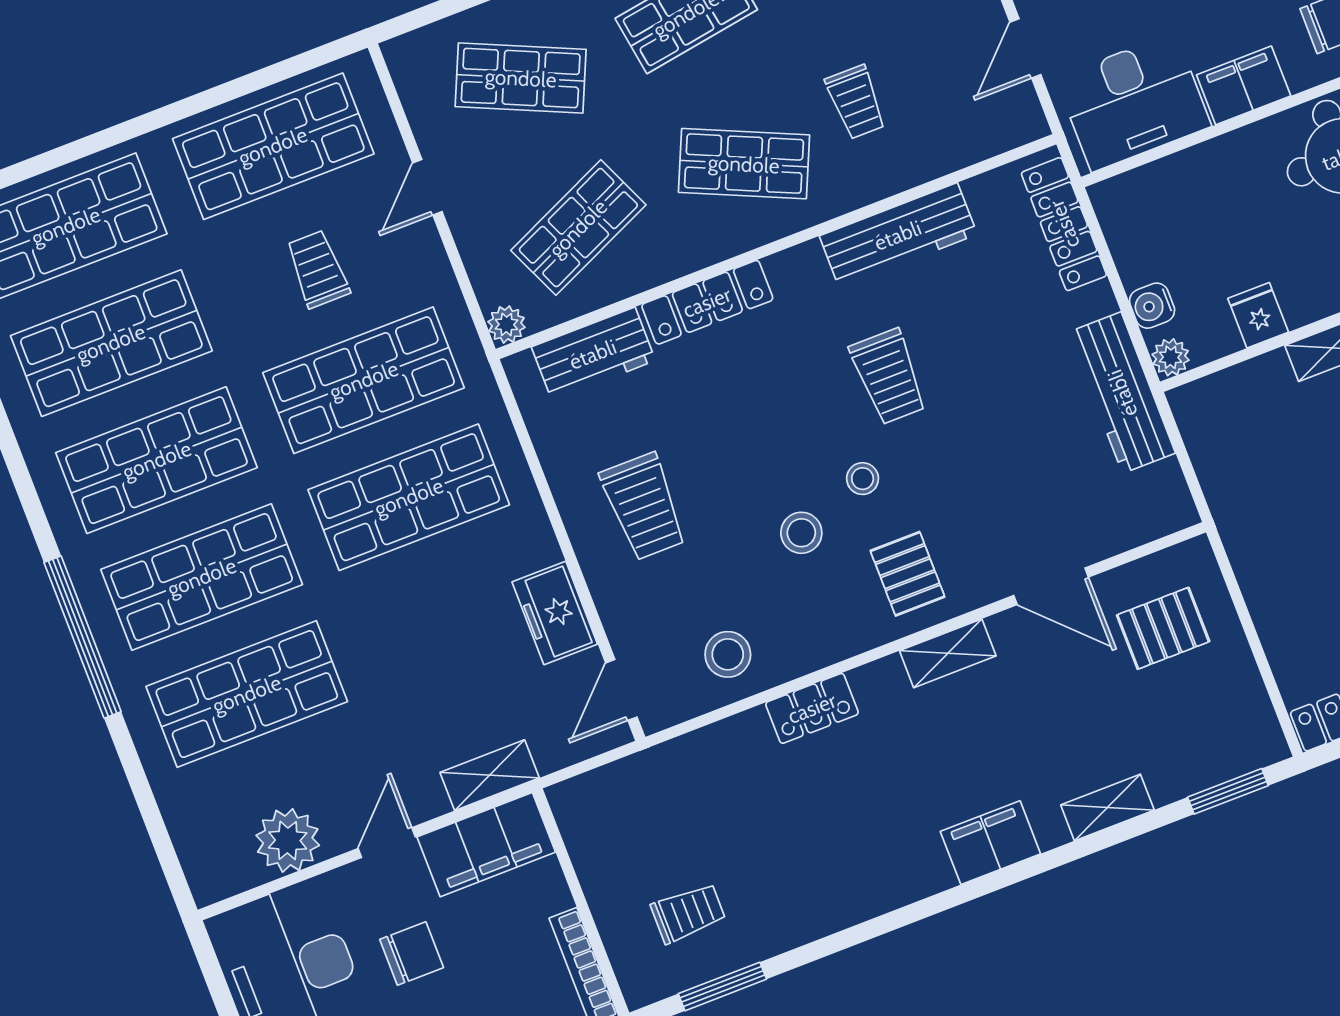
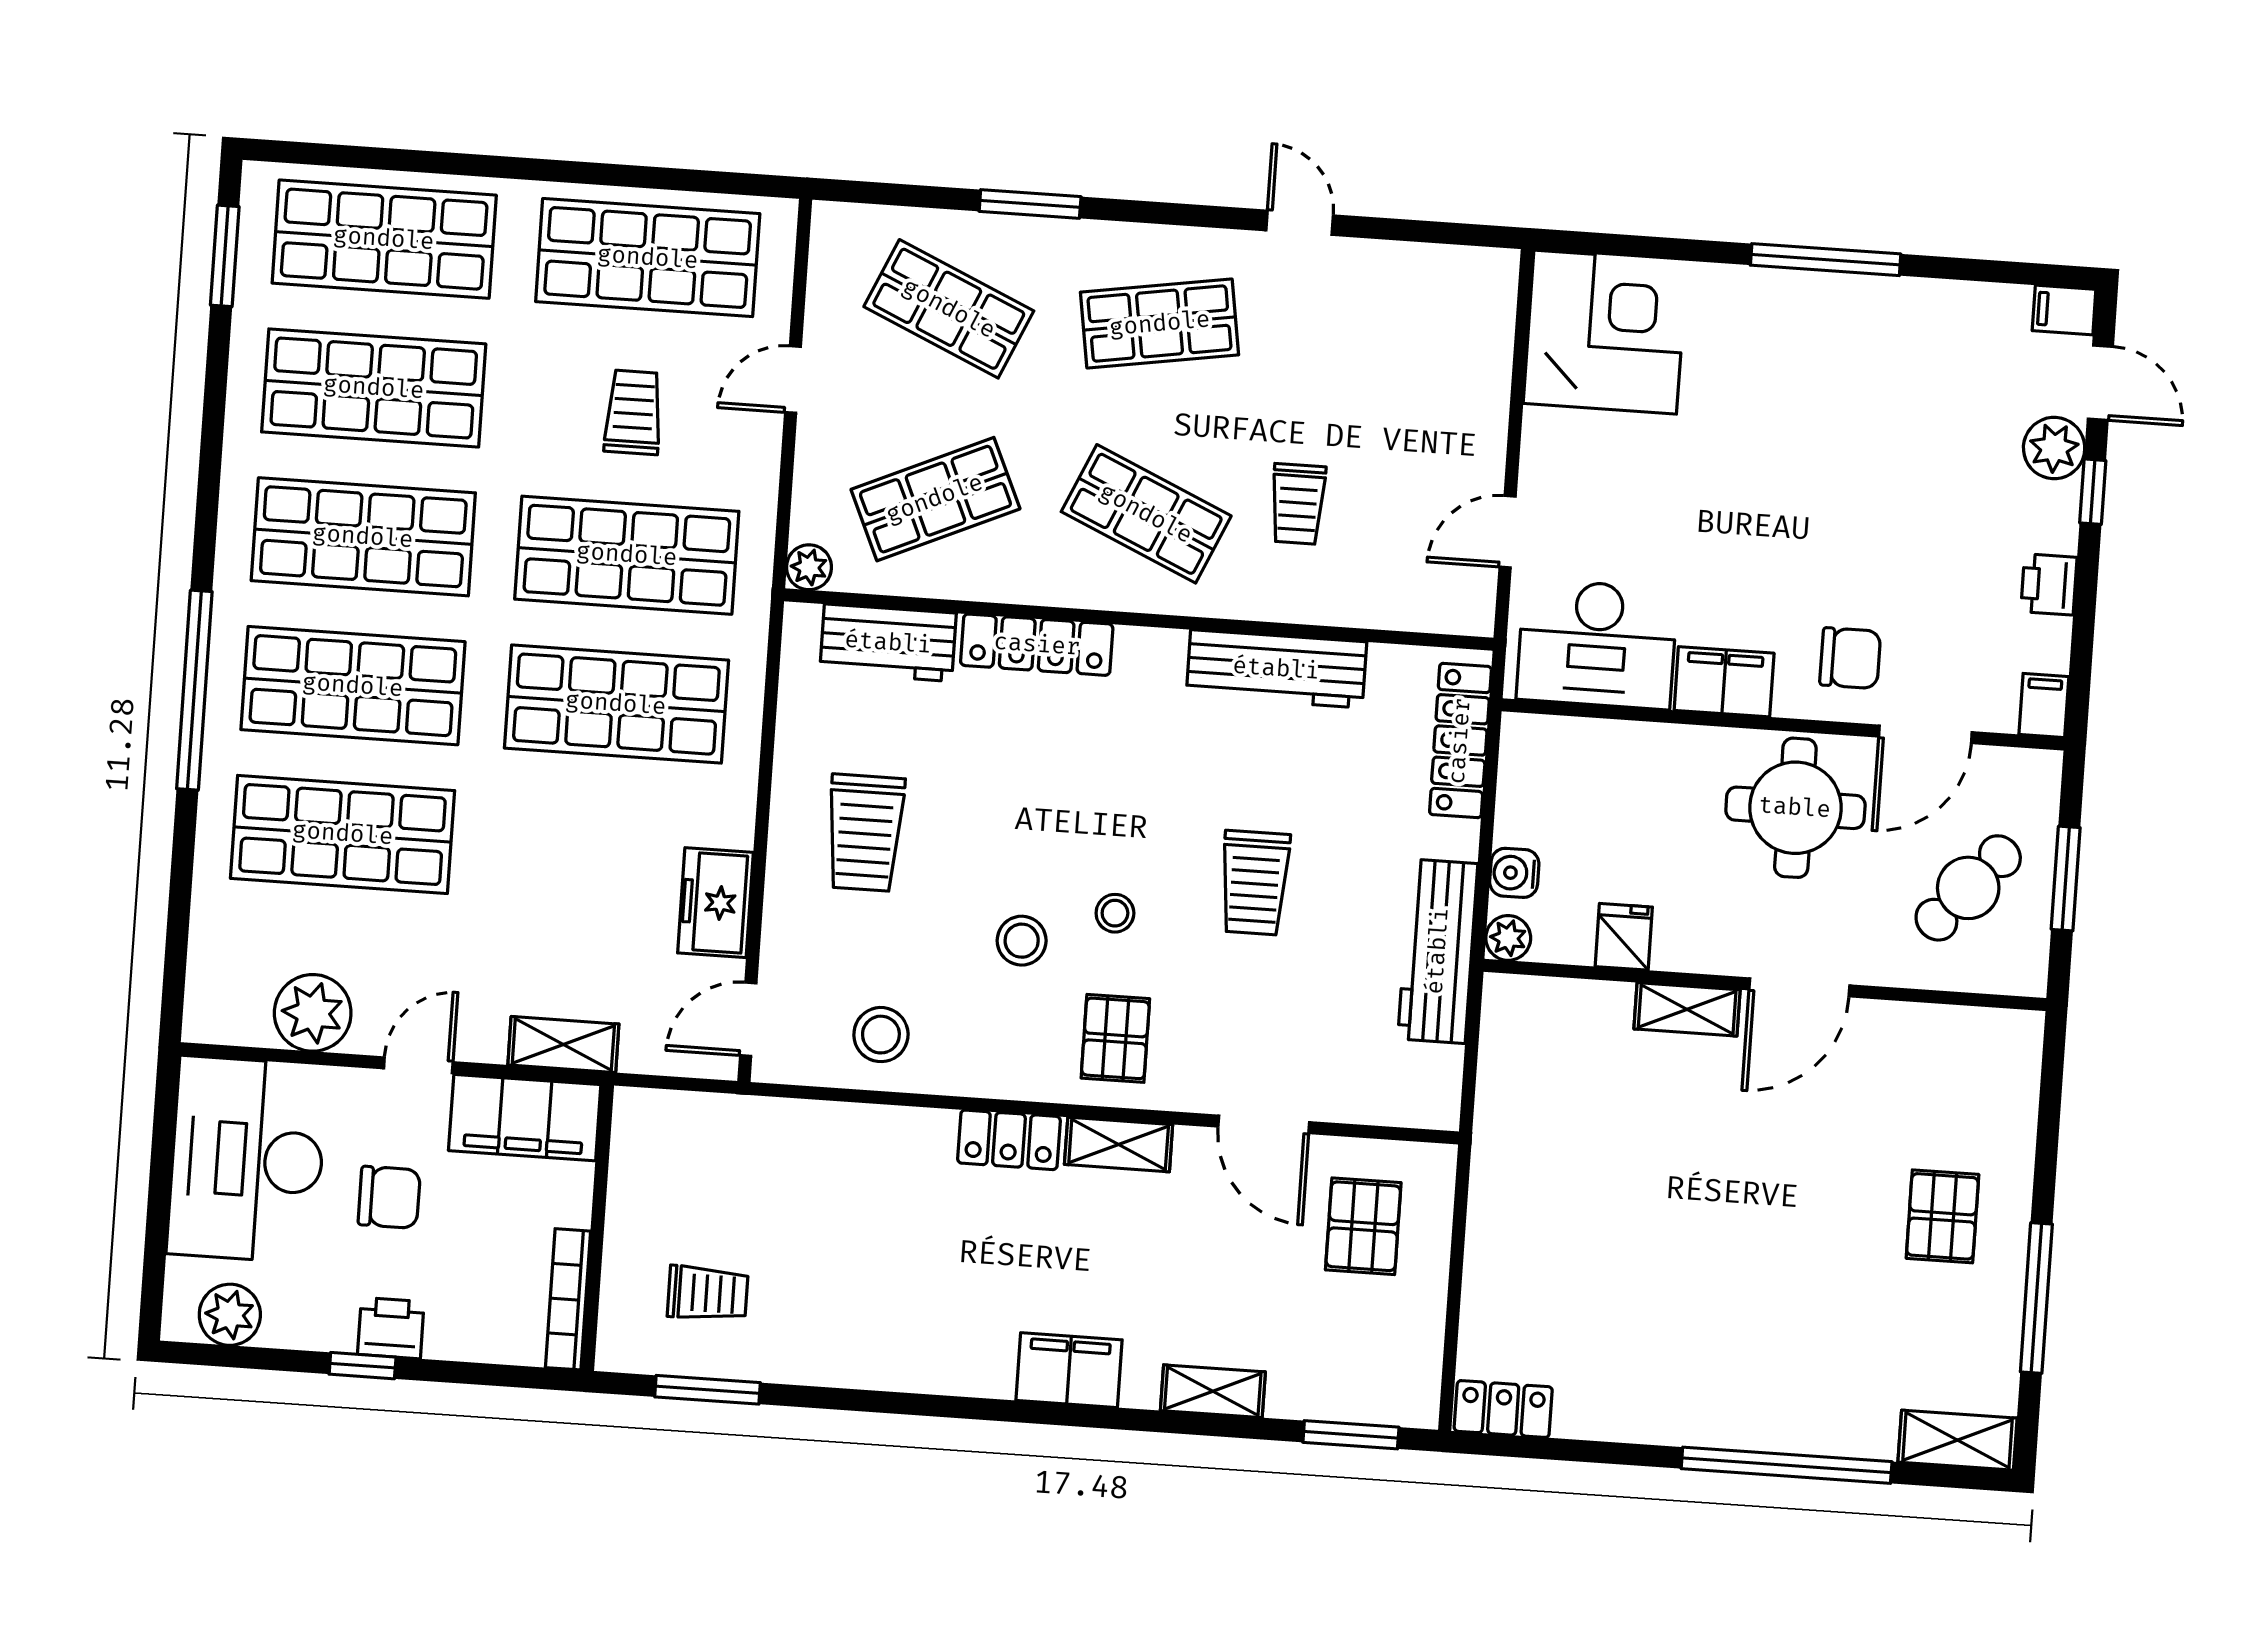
trolley: (888, 377) -> (1255, 883), moved
pallet: (1163, 628) -> (1363, 1226), turned 90
locker: (812, 708) -> (1009, 1140), moved

